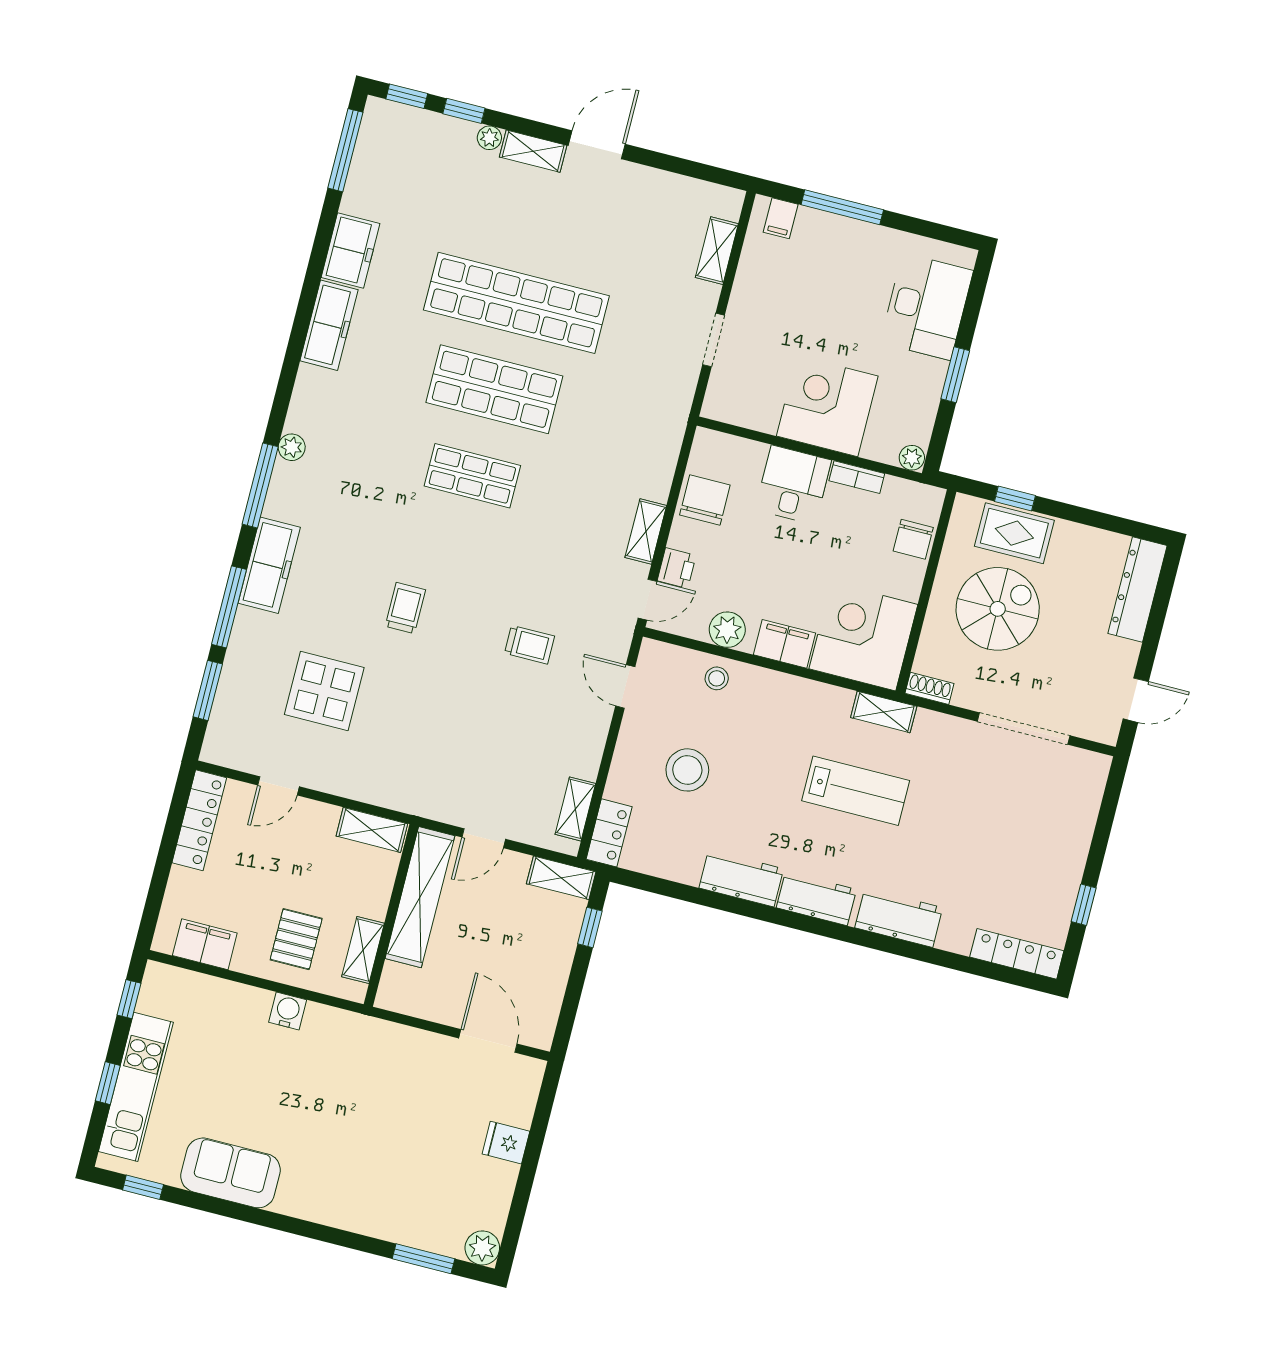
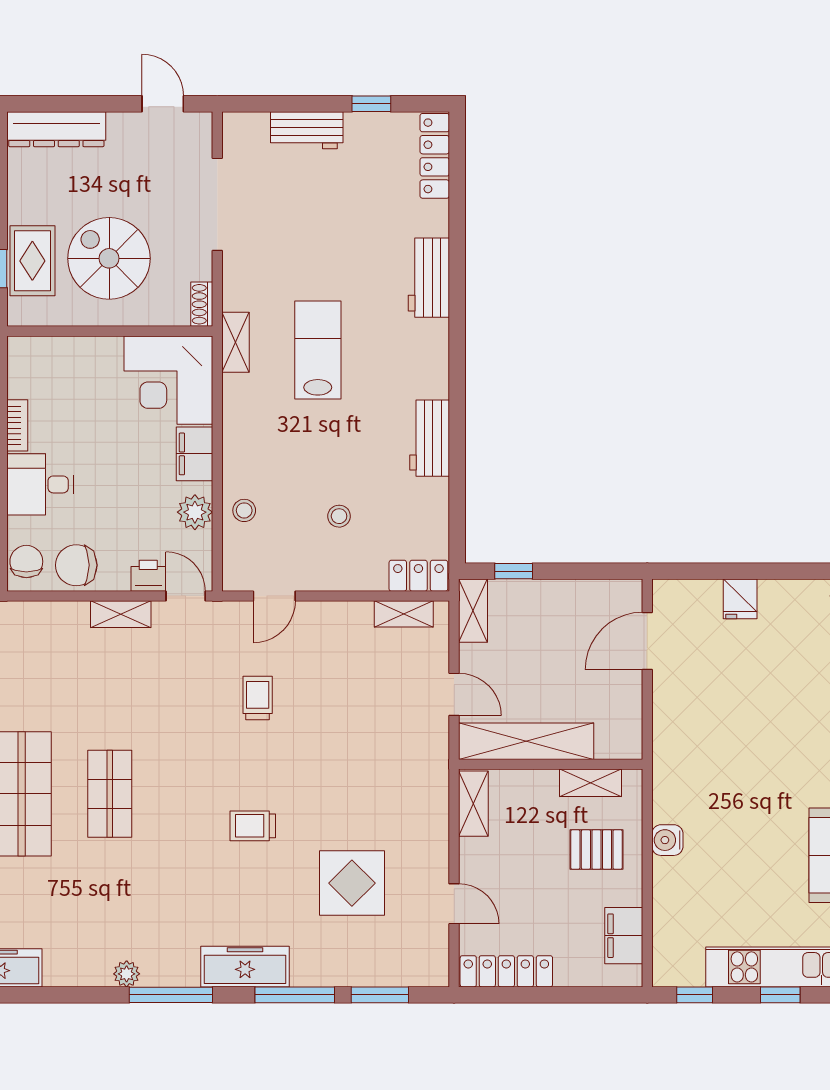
chair: (913, 539) -> (26, 562), moved, turned -90
stool: (687, 770) -> (339, 516), width x0.53, depth x0.53
workbench: (816, 899) -> (307, 130), moved, turned -90

